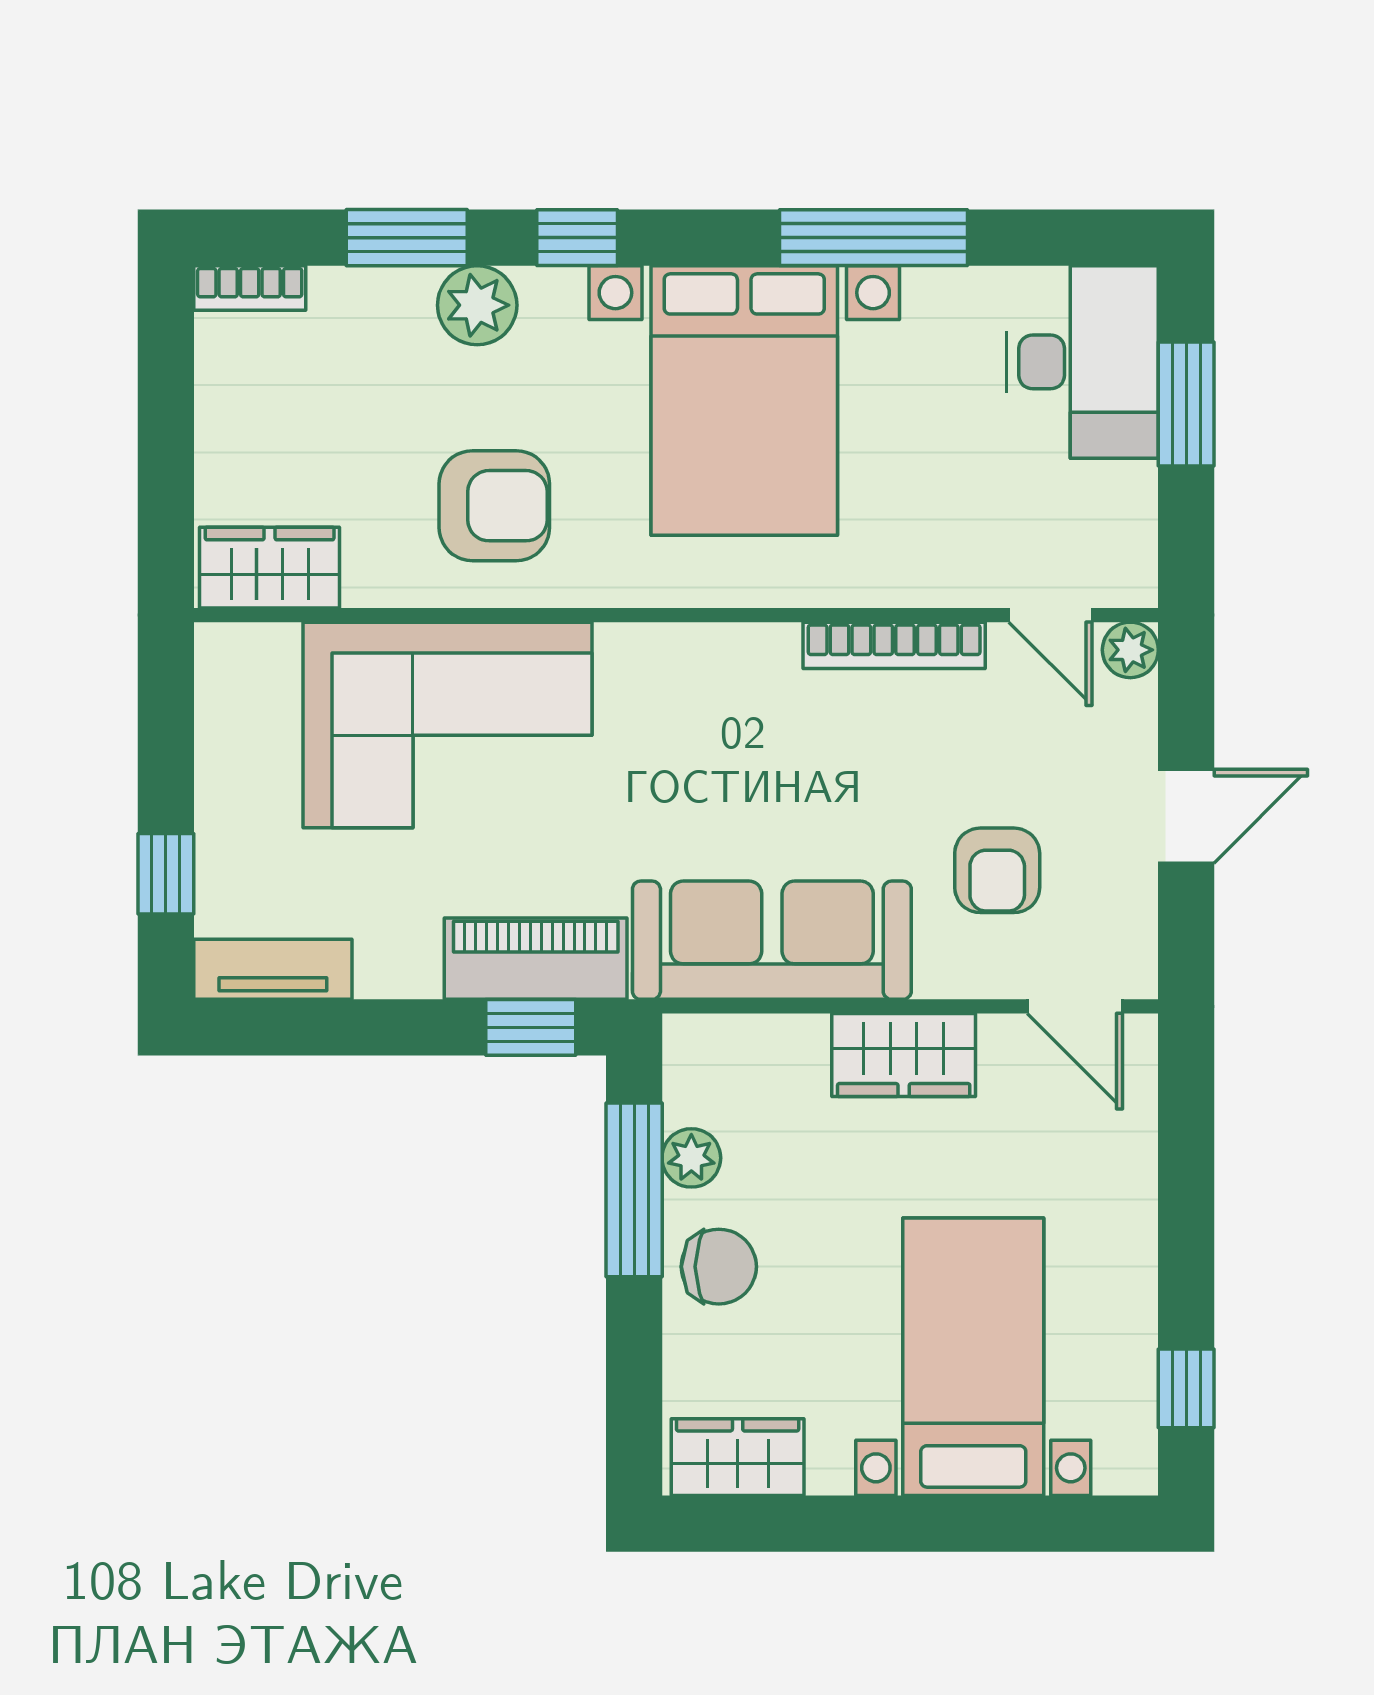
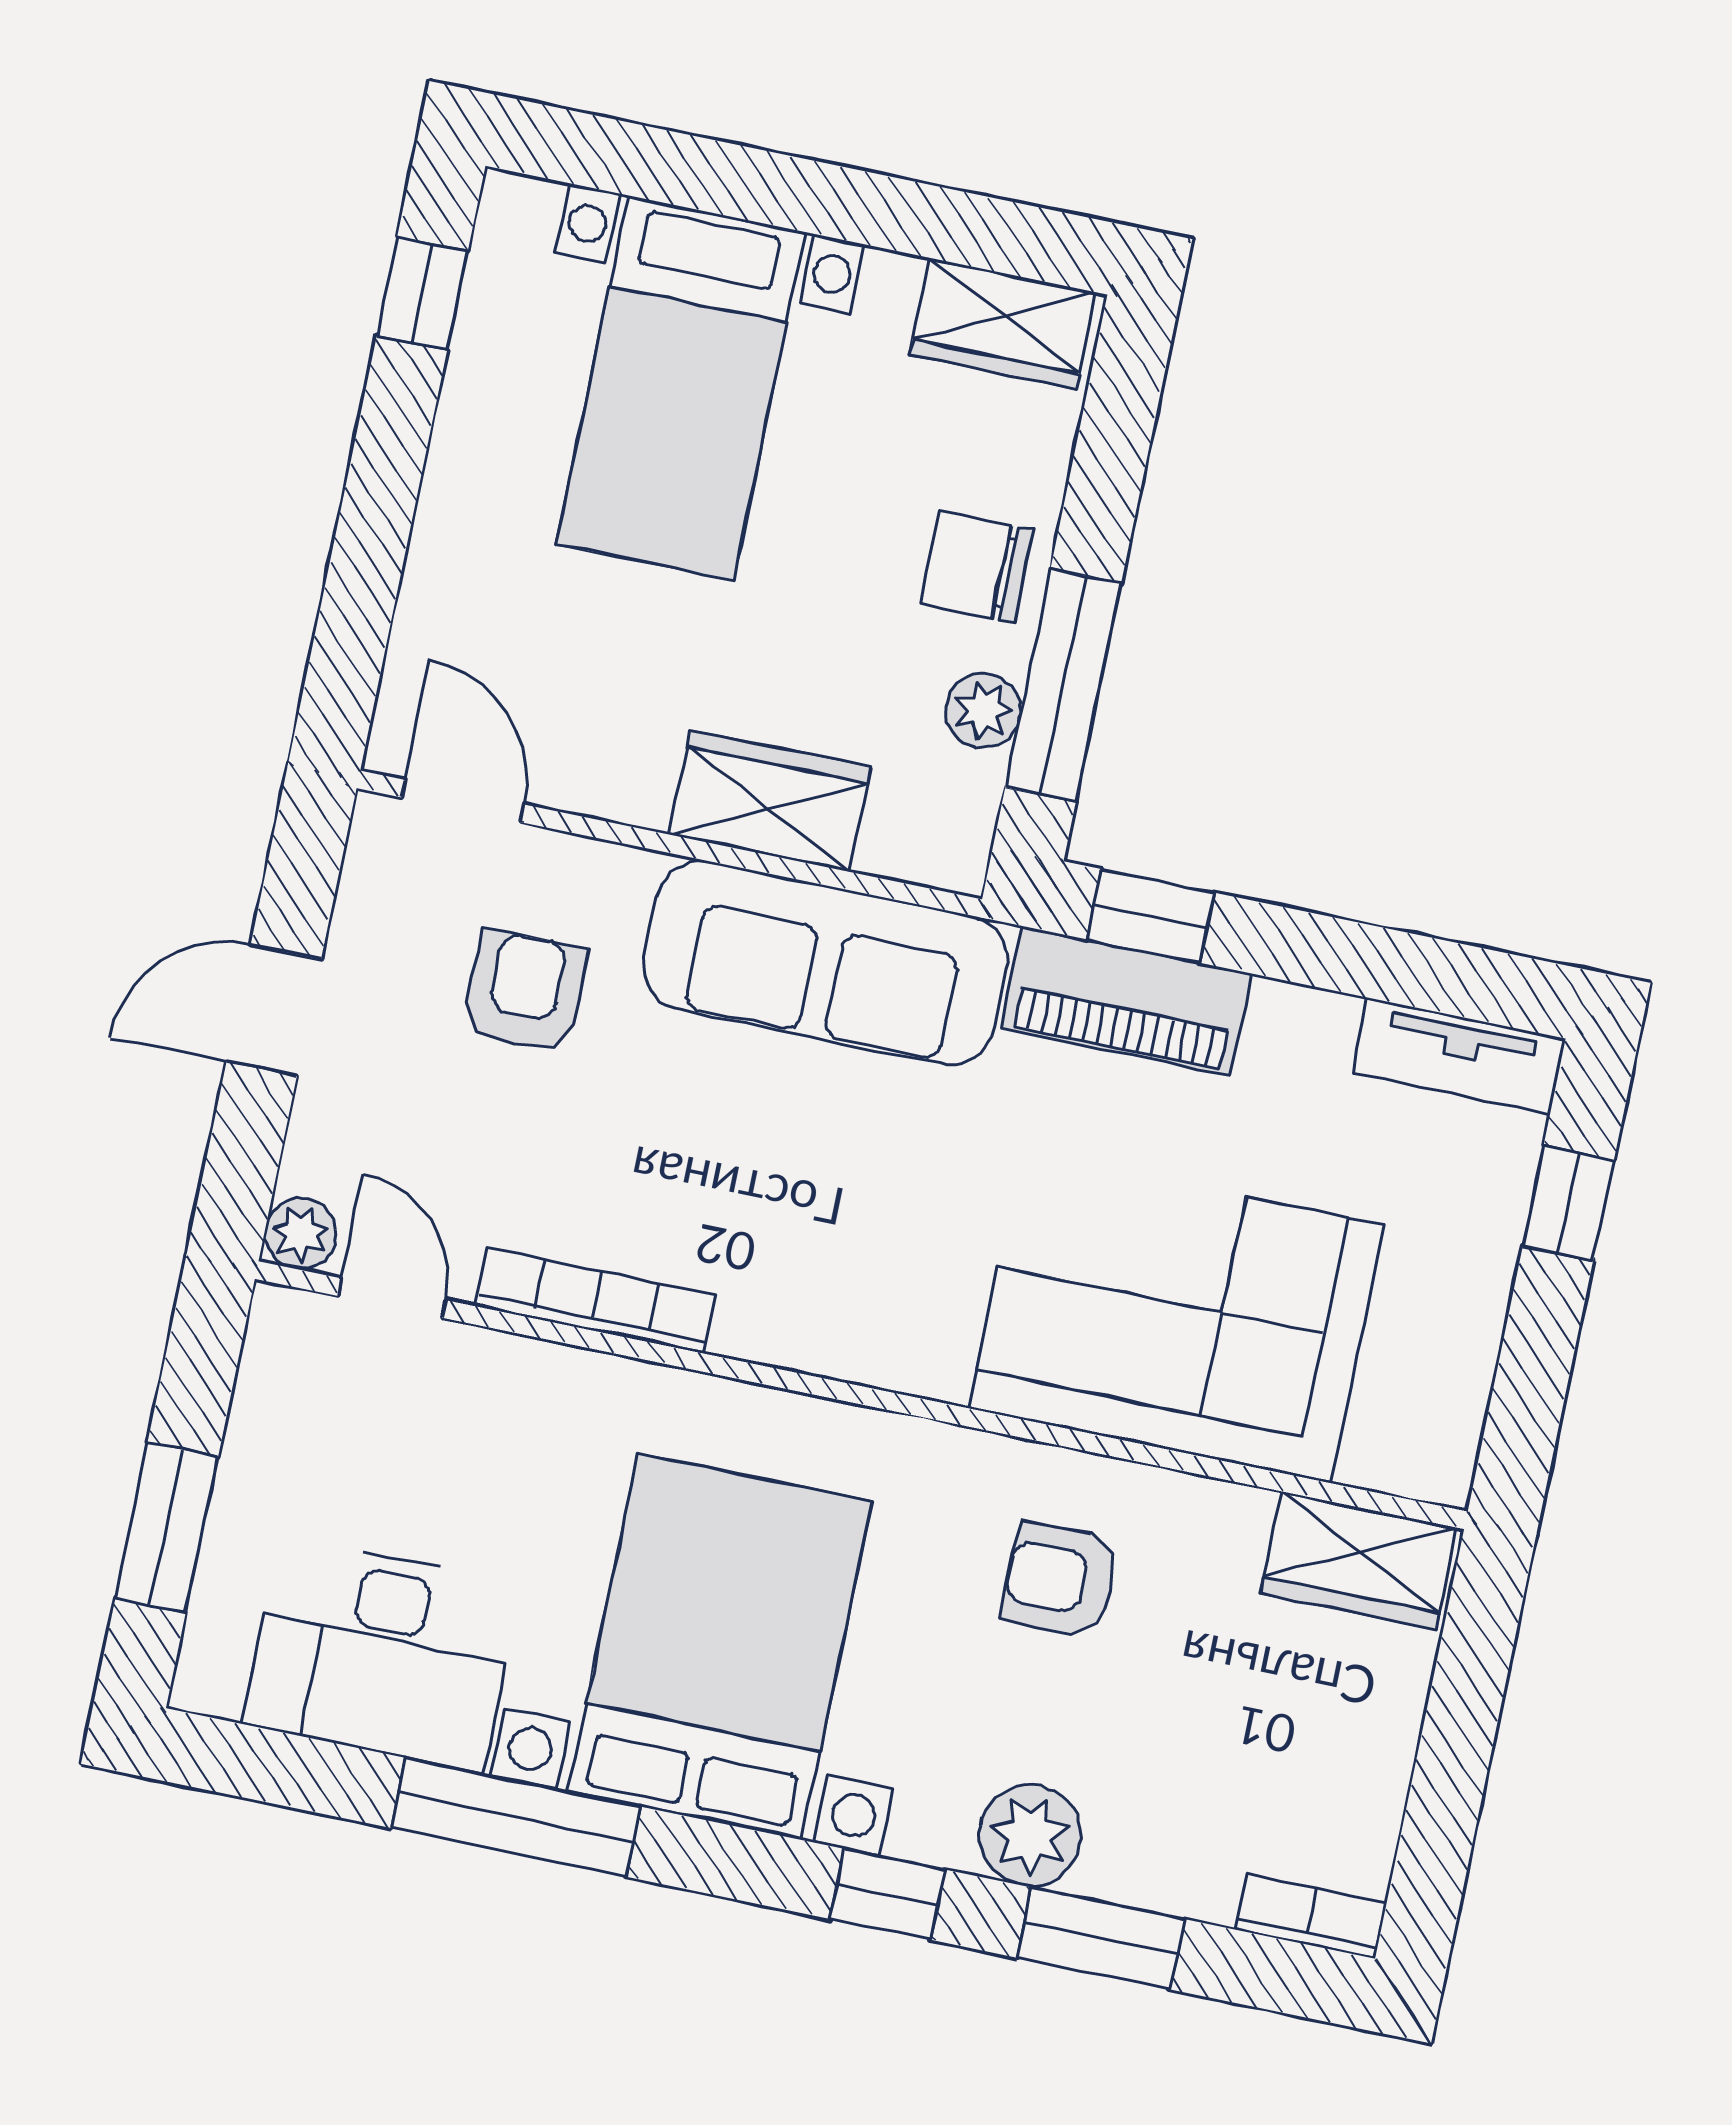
desk: (1083, 362) -> (382, 1654), moved, turned -90
armchair: (494, 506) -> (1061, 1580), width x0.72, depth x0.72
wardrobe: (904, 1055) -> (770, 801), moved

